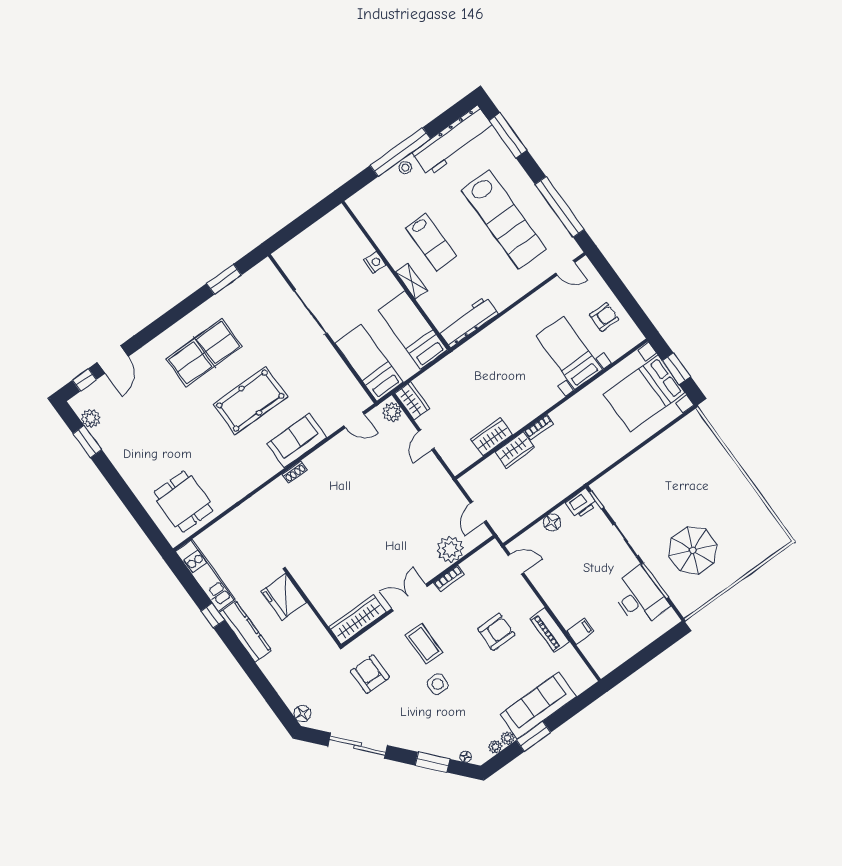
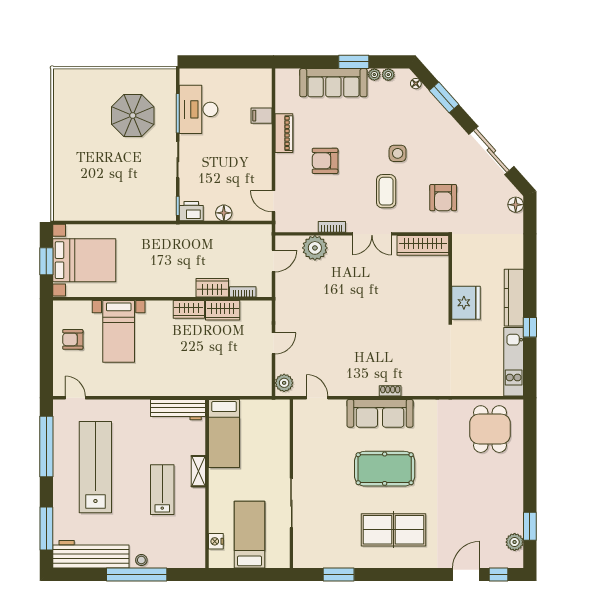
nightstand: (375, 262) -> (216, 541), moved
bed: (369, 363) -> (249, 535), moved, turned 180
wardrobe: (412, 401) -> (189, 309), moved, turned -90
bookcase: (539, 427) -> (243, 292), moved
sofa: (297, 440) -> (380, 413), width x1.36

